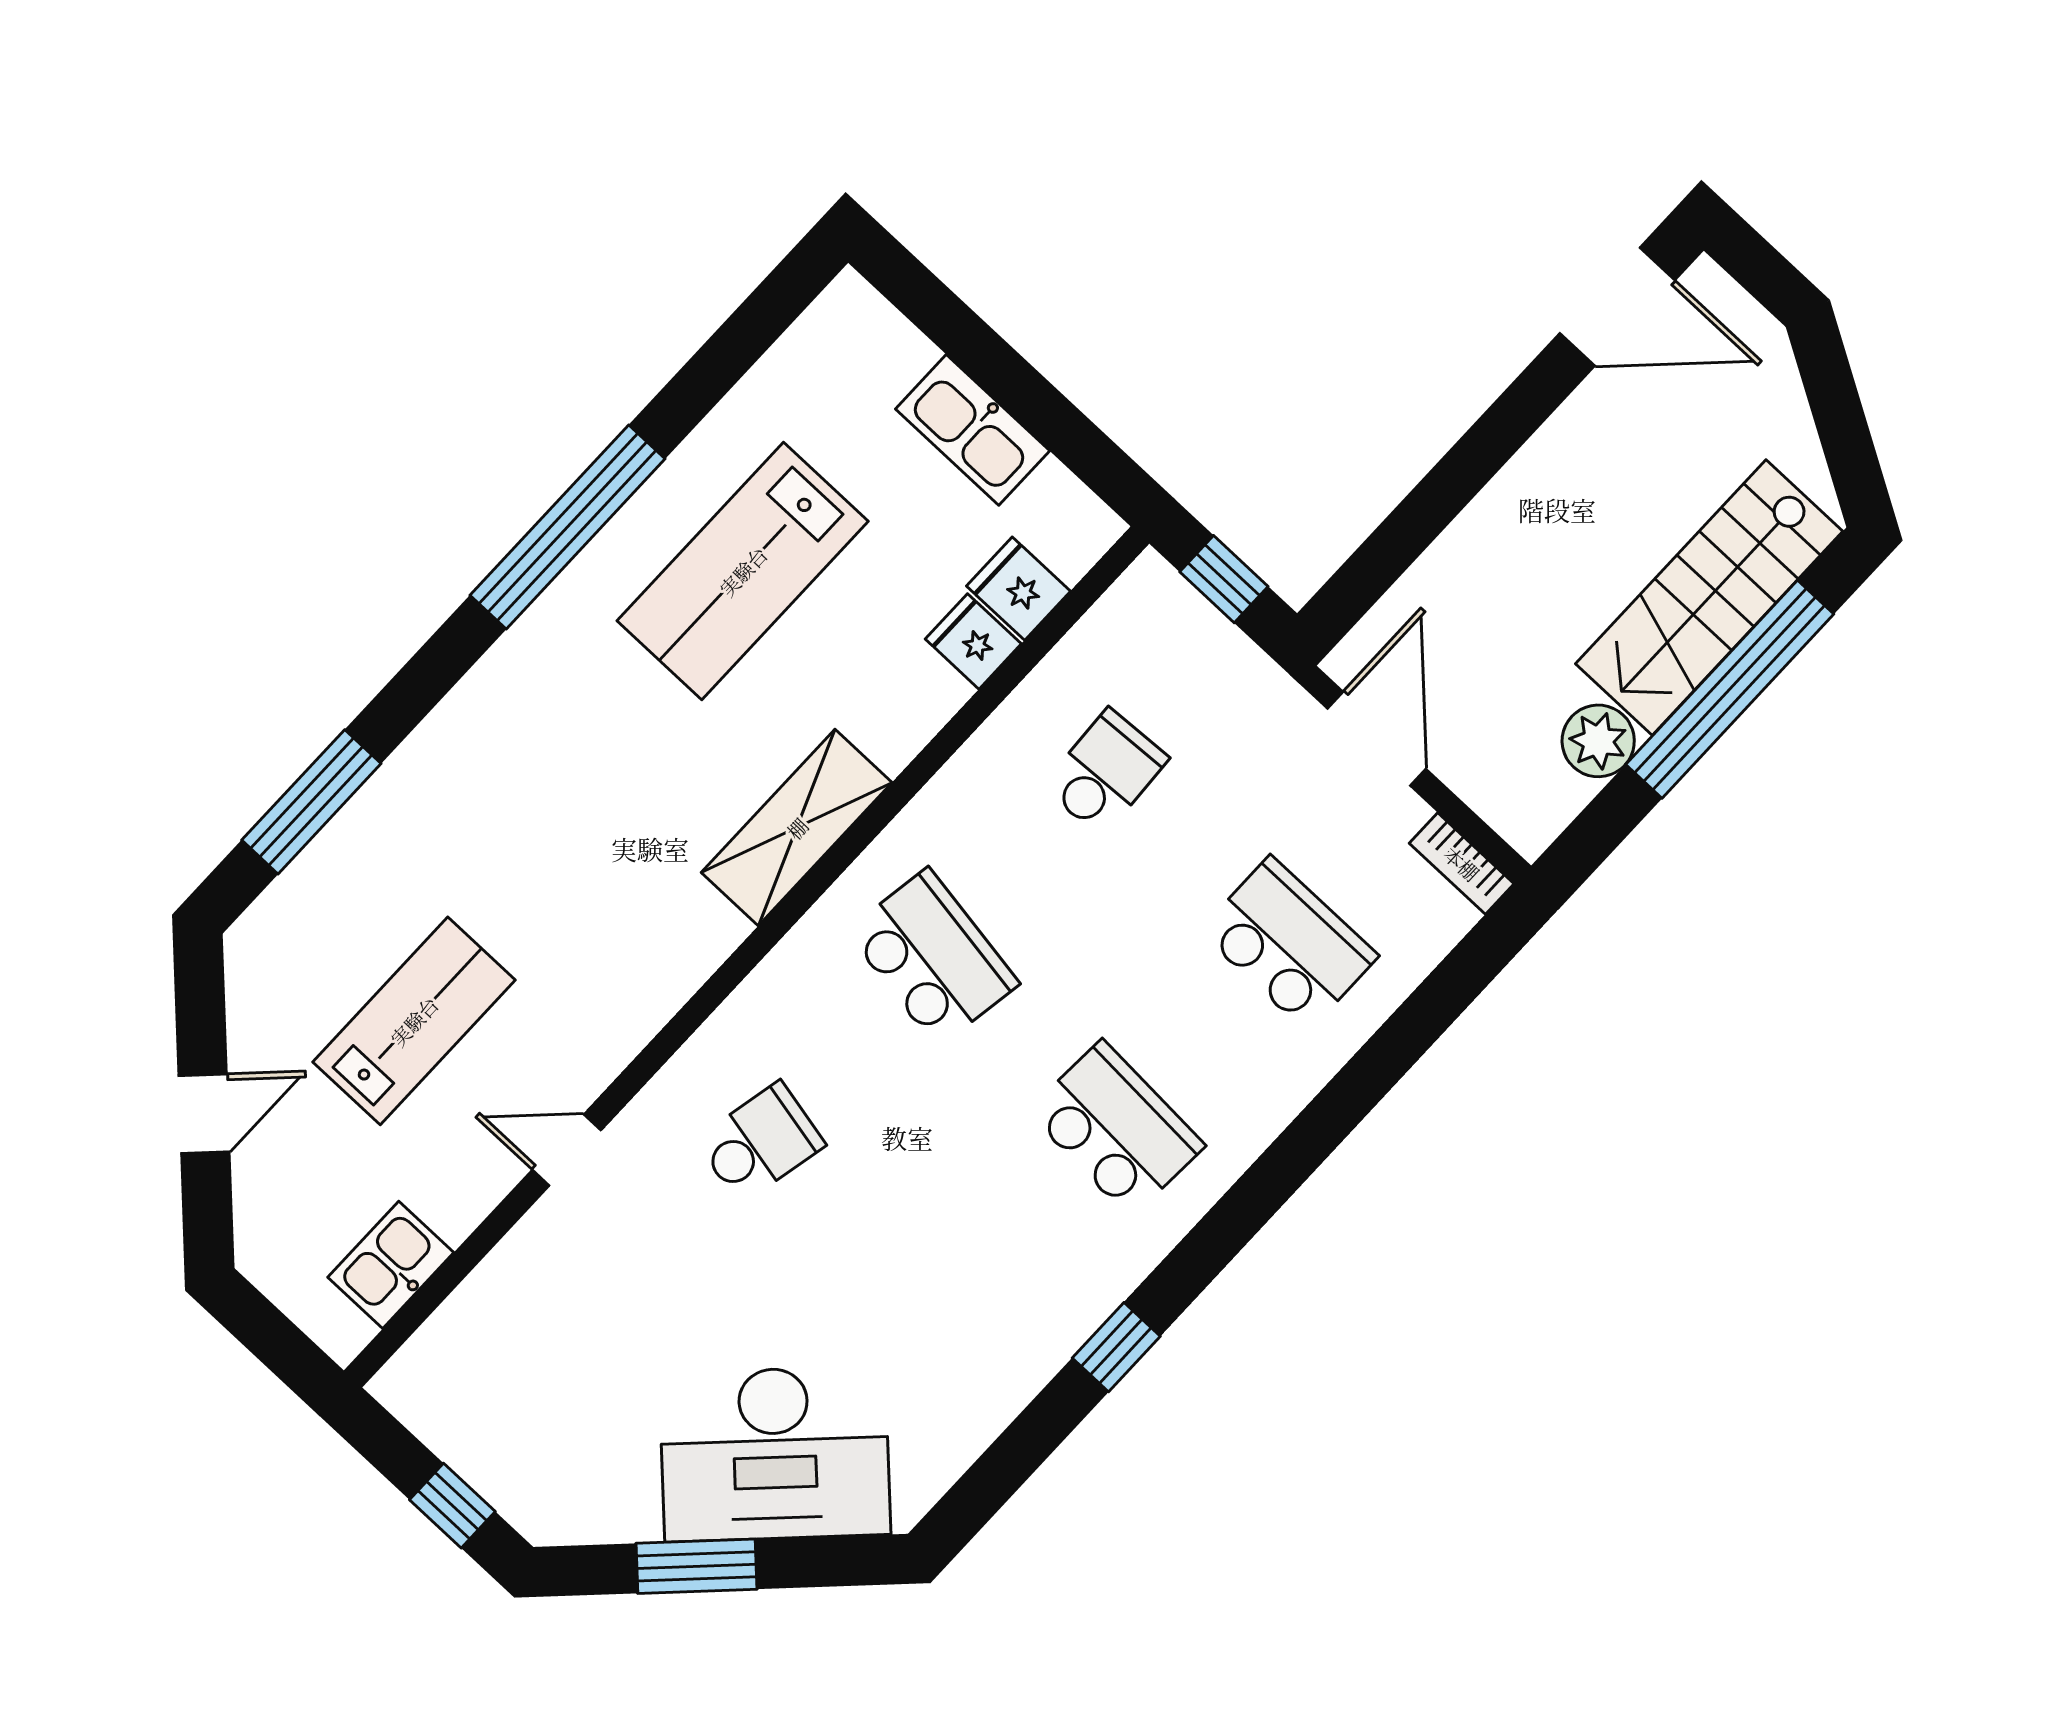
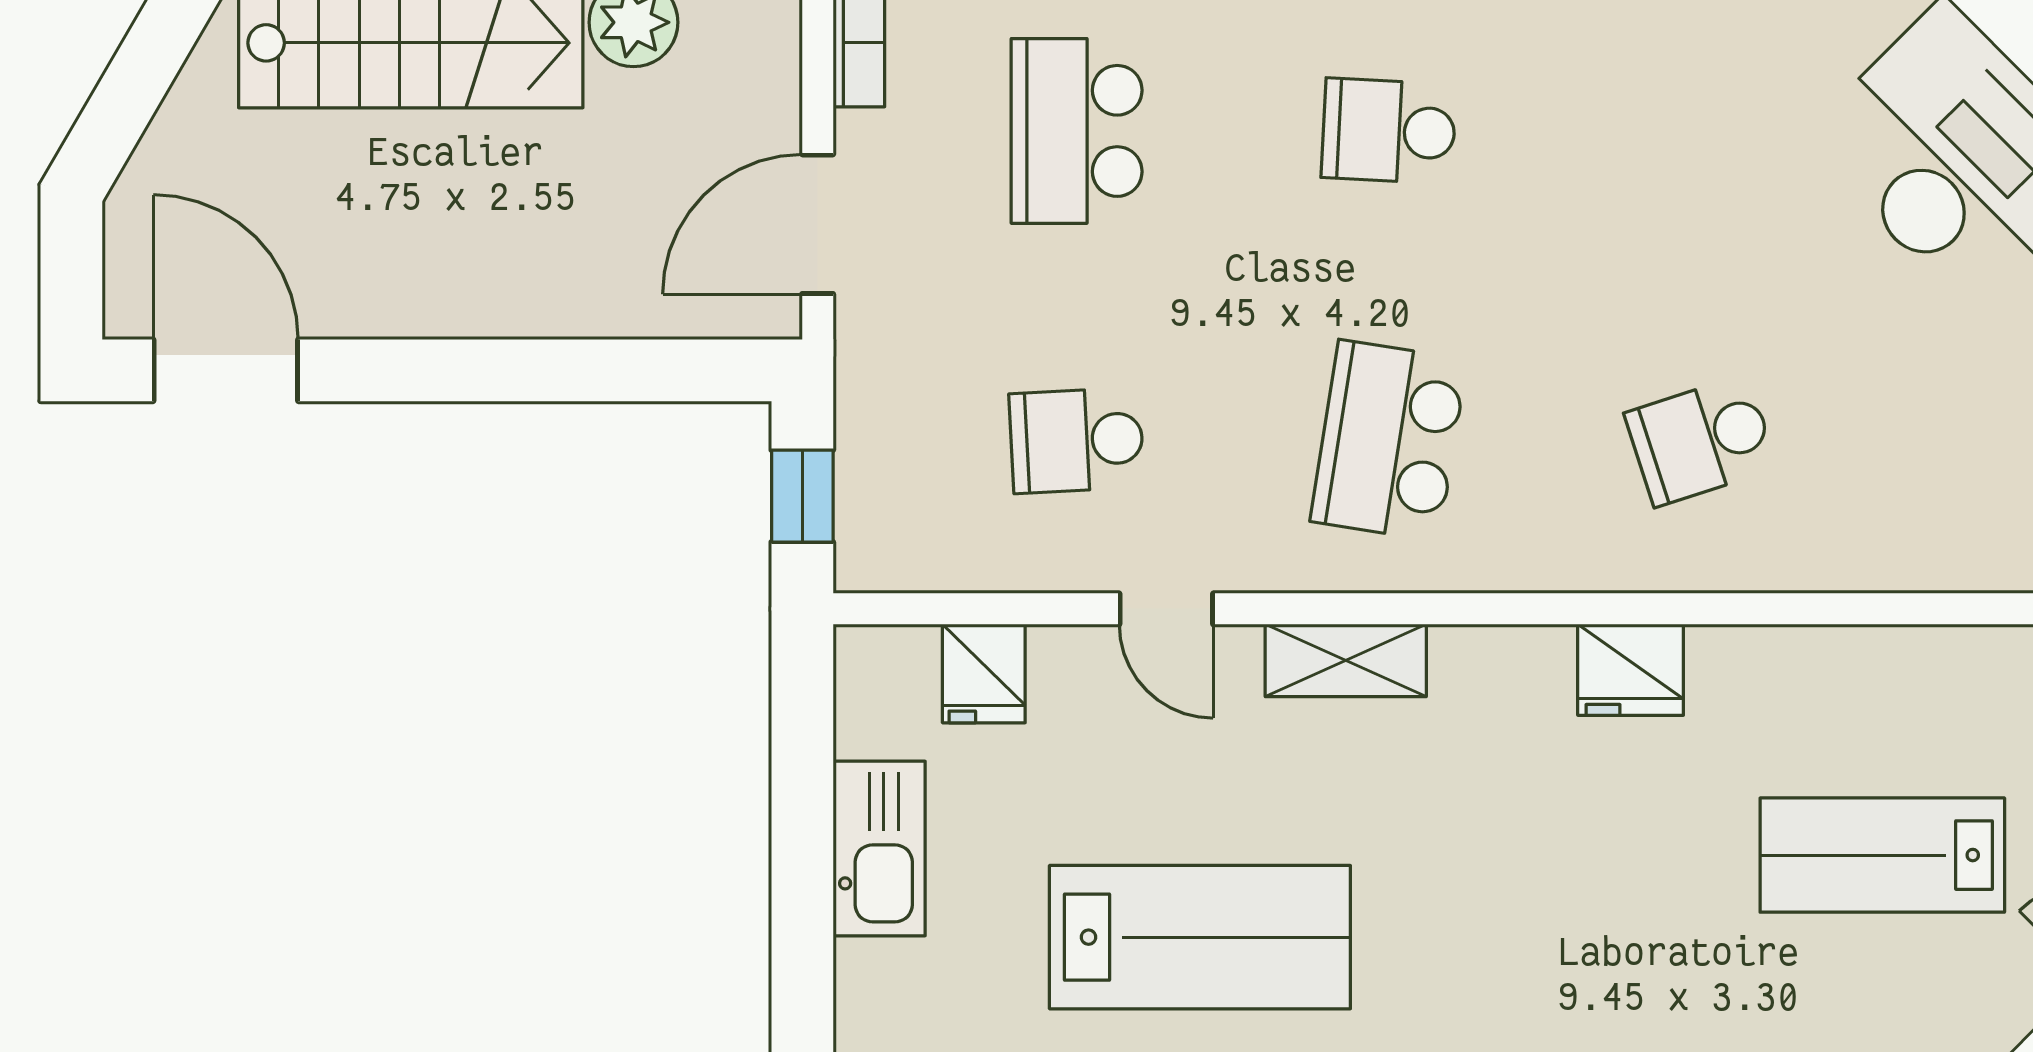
fridge: (973, 641) -> (1631, 670), moved, width x1.38
shelving: (797, 828) -> (1346, 660), width x0.67, depth x0.75
school desk: (1116, 1129) -> (1389, 131), width x0.54
school desk: (760, 1143) -> (1701, 440), turned -30
door: (567, 1150) -> (1166, 609), moved

